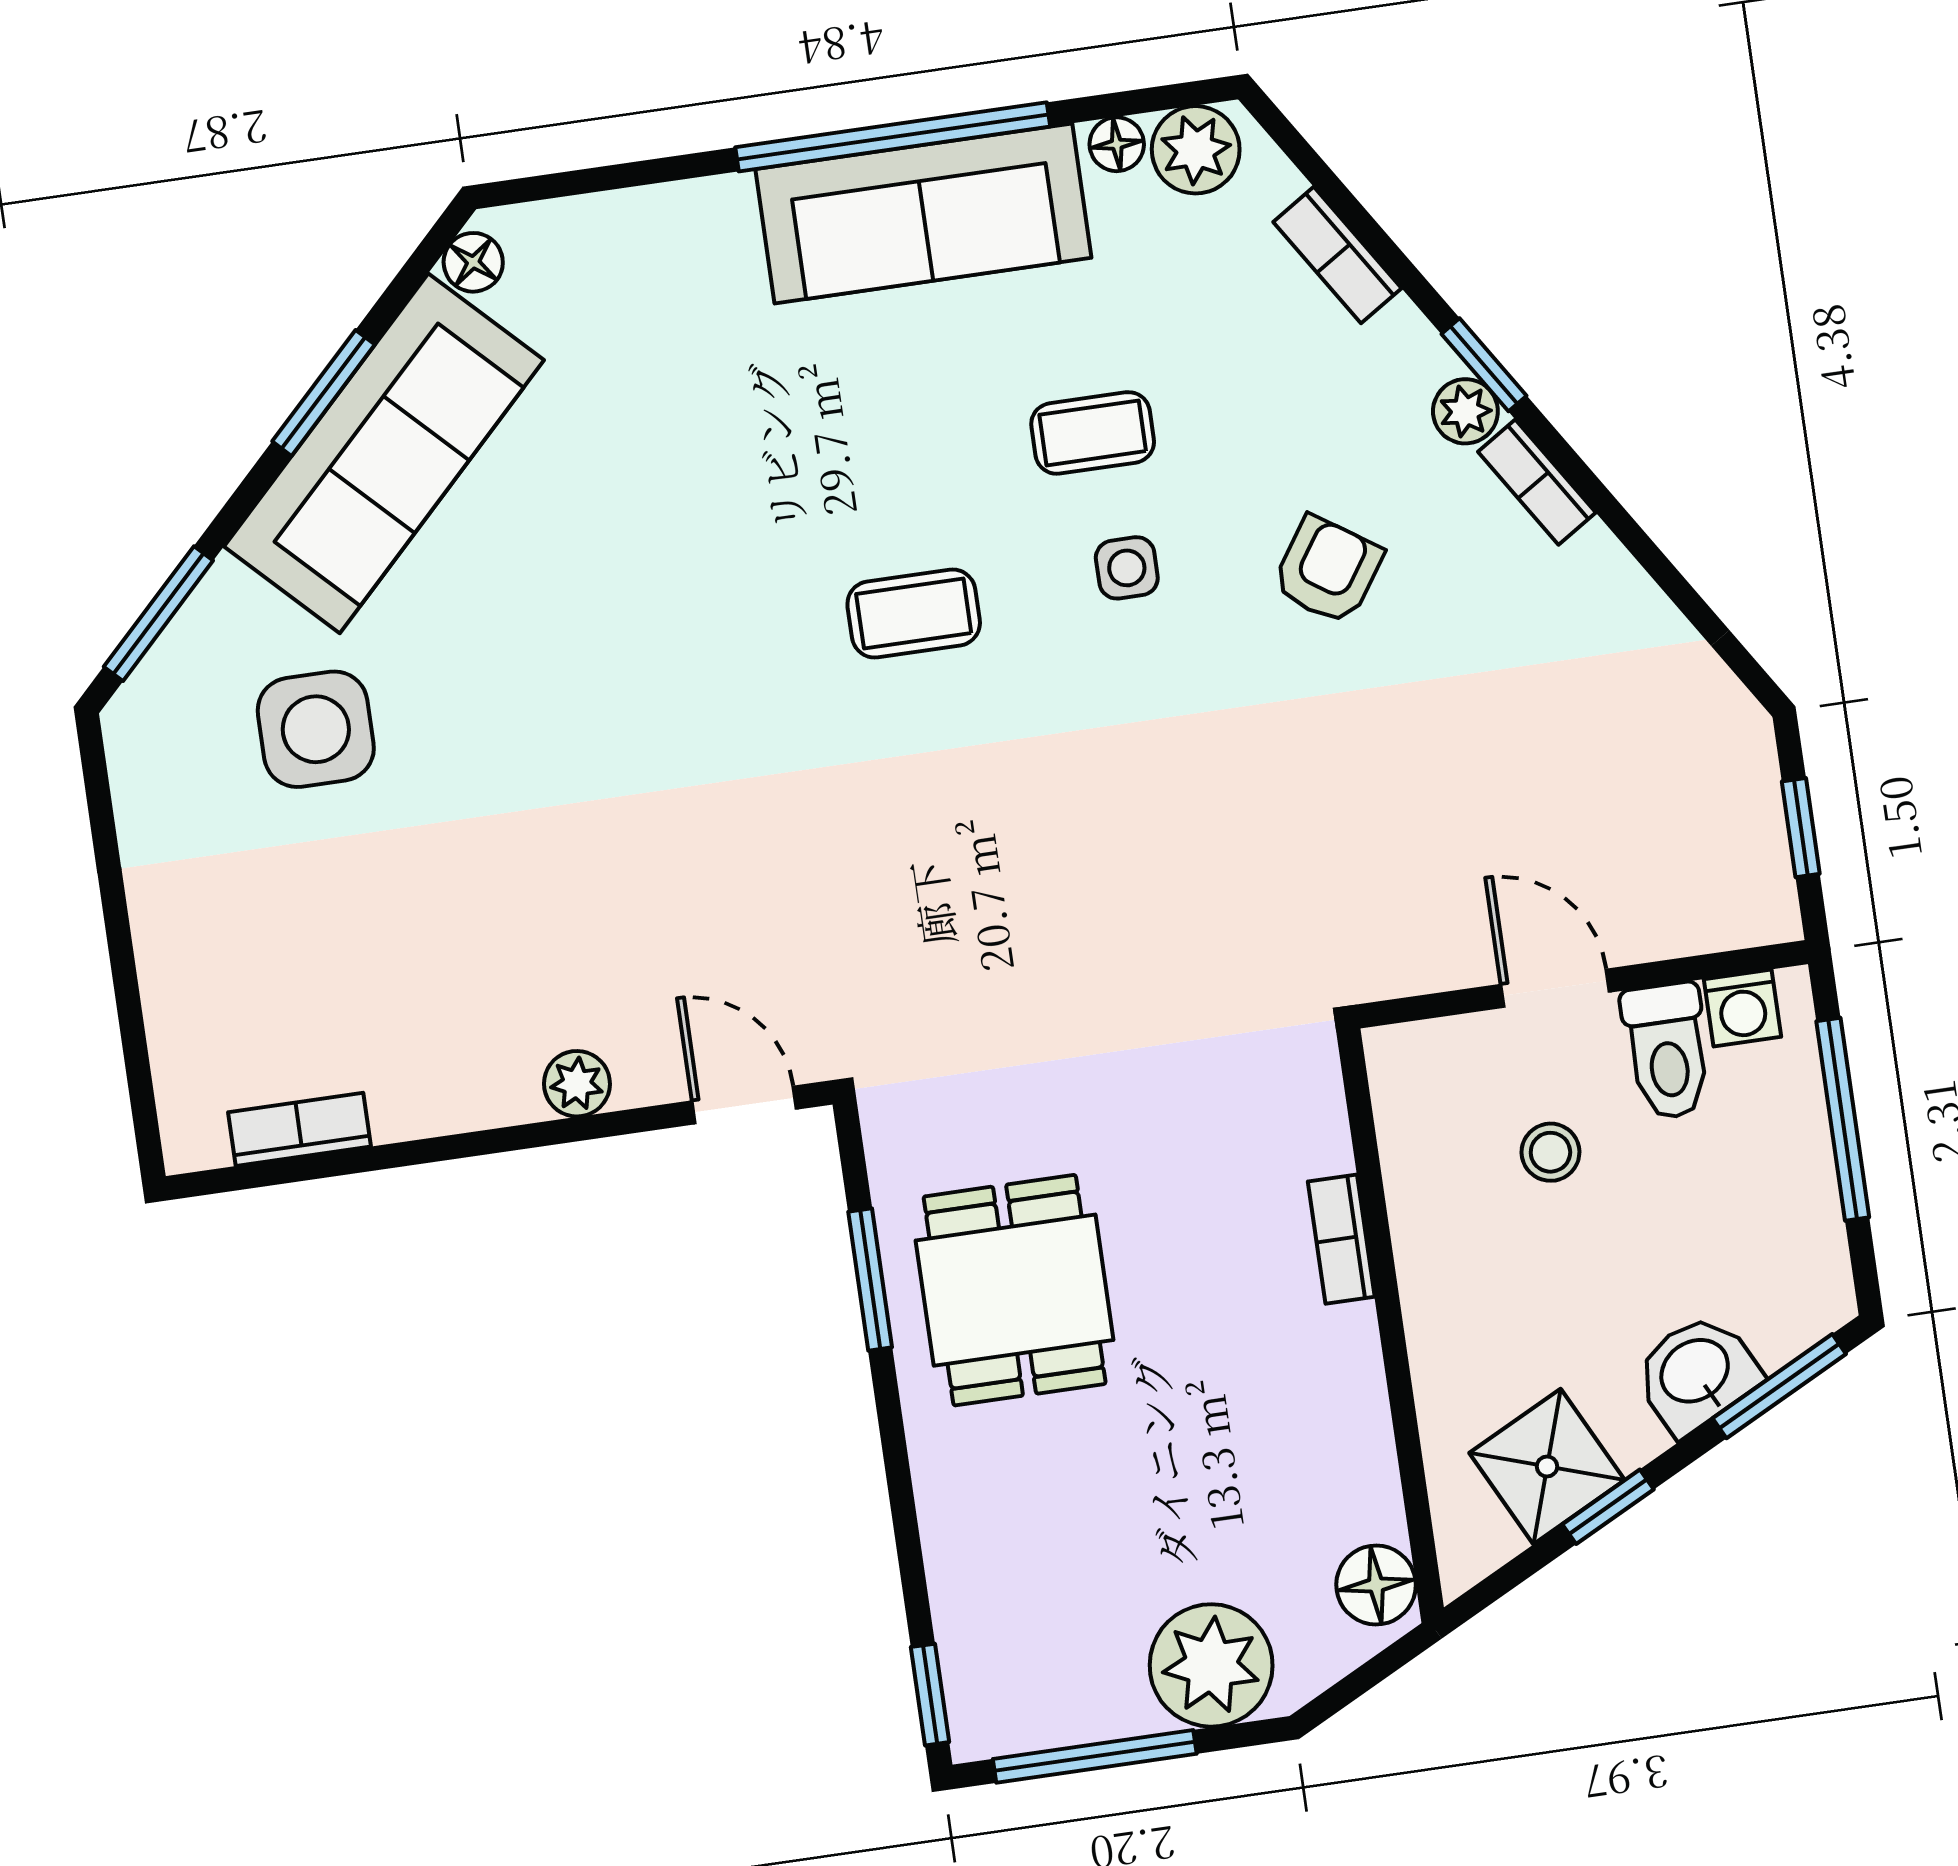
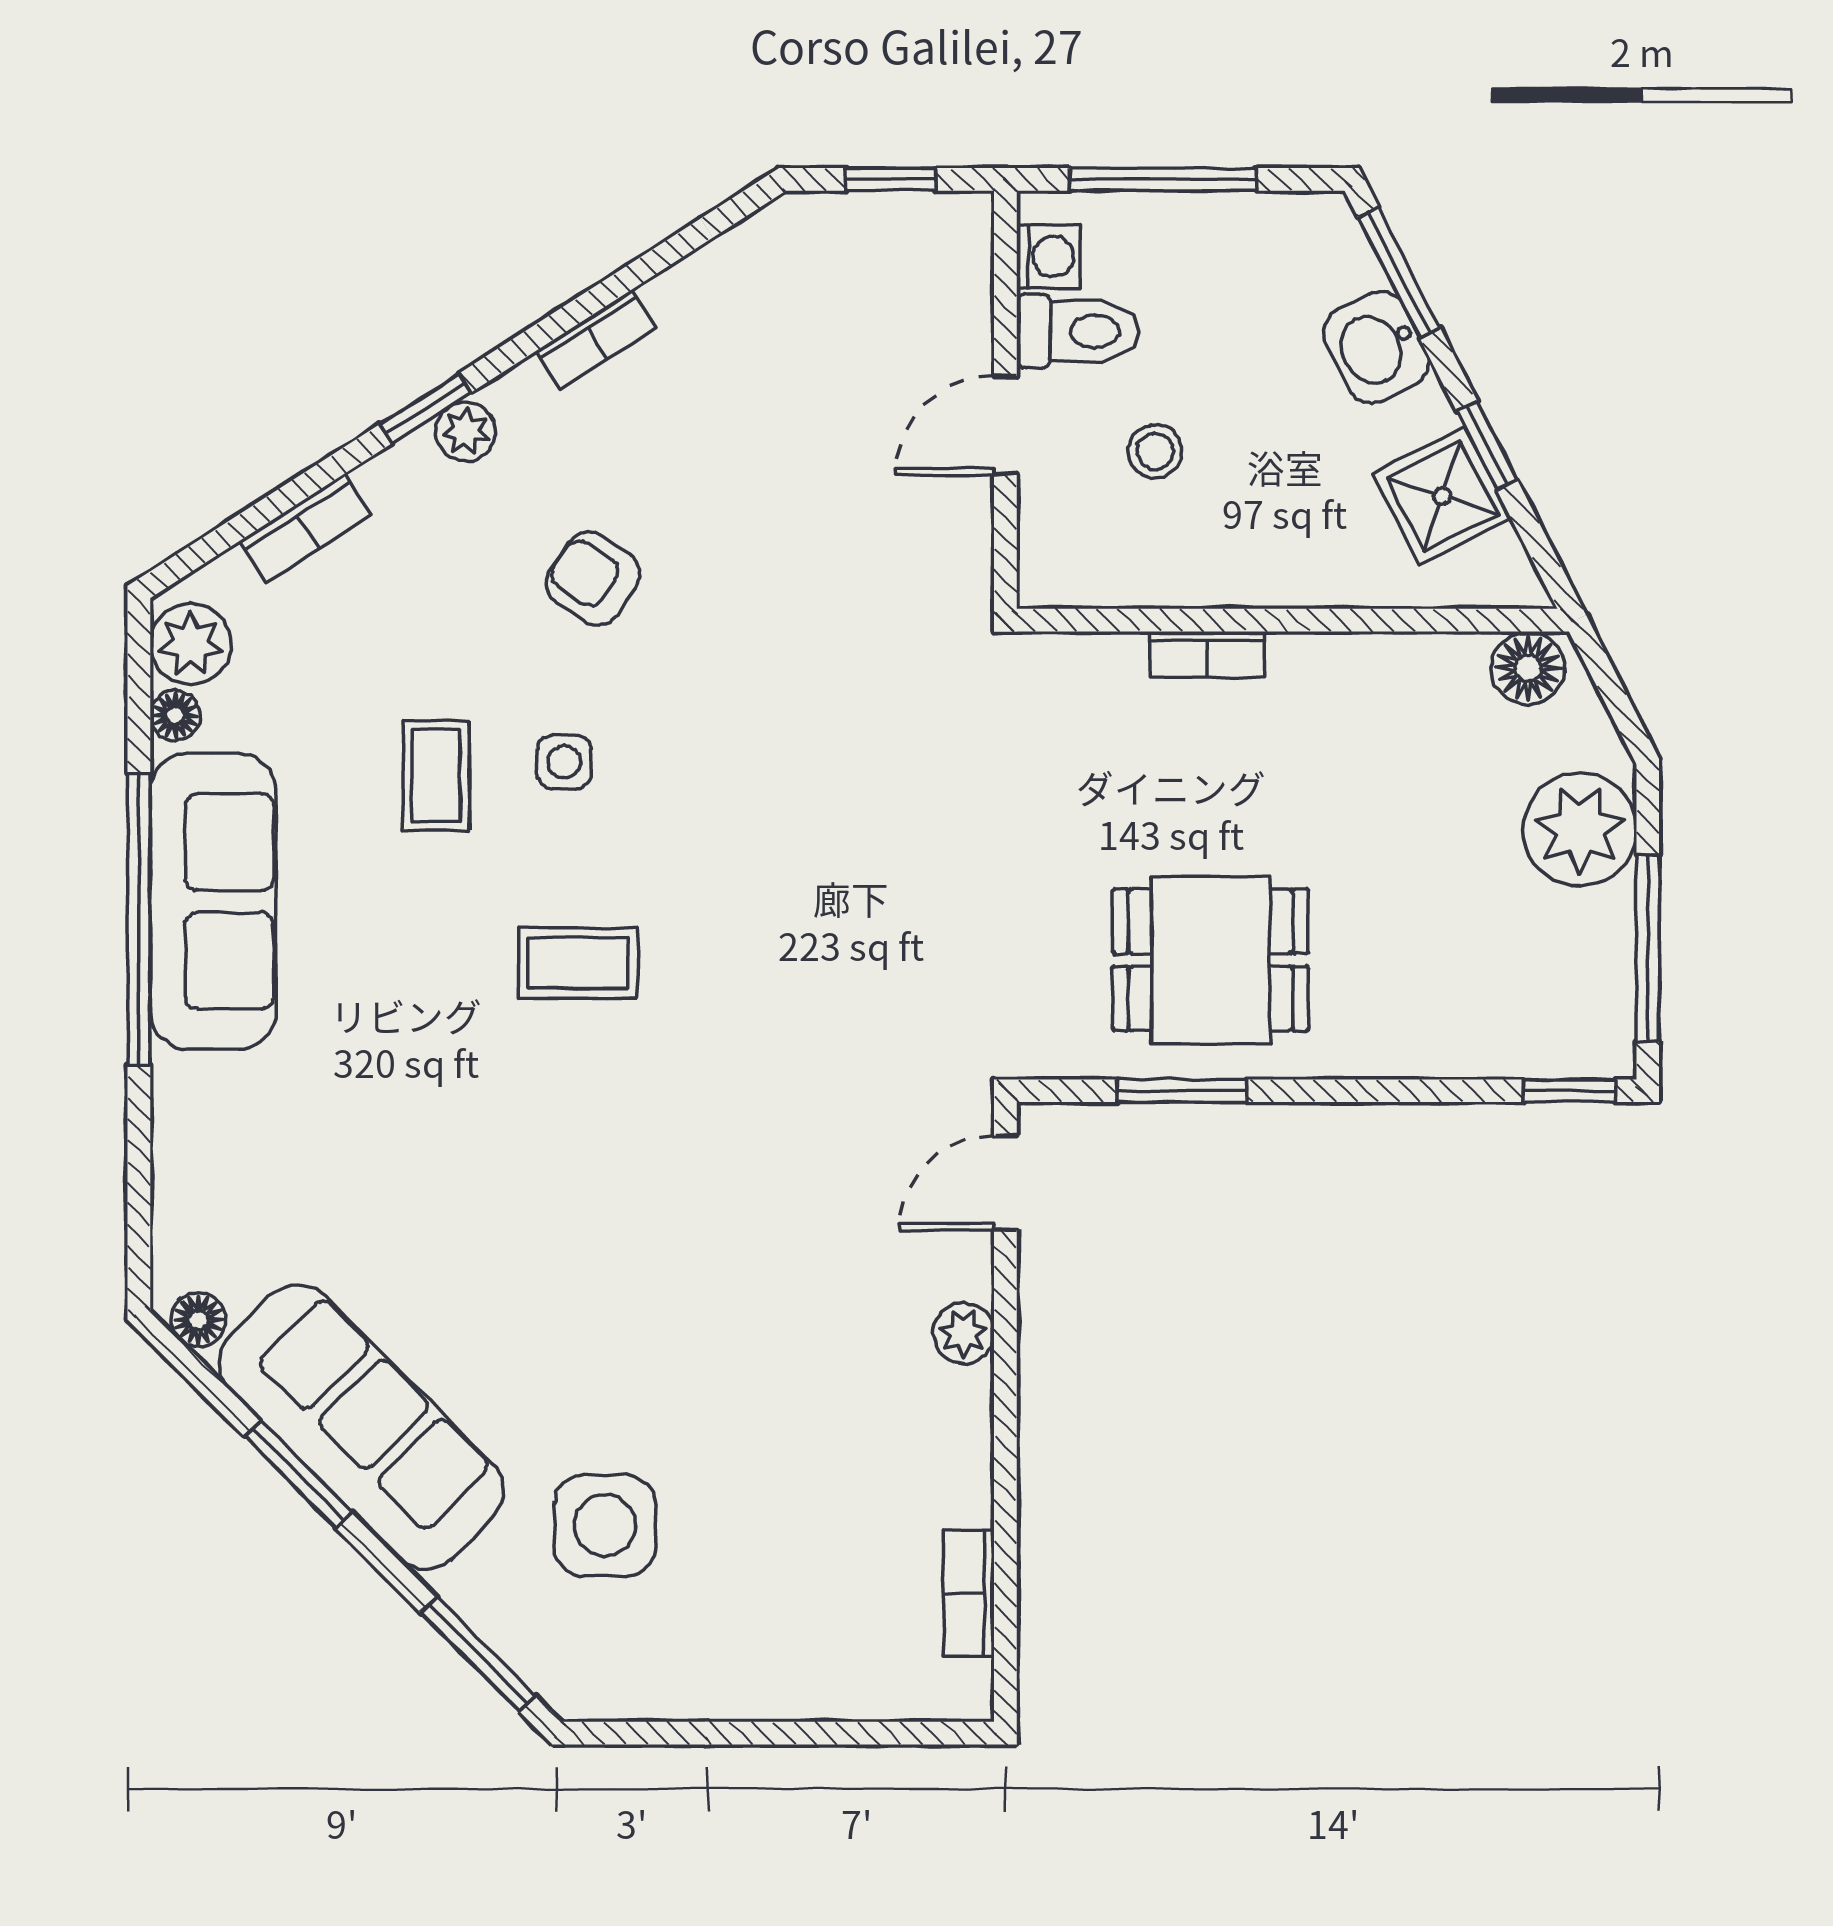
bookcase: (1537, 482) -> (596, 340), moved
coffee table: (914, 614) -> (578, 963), turned 90

